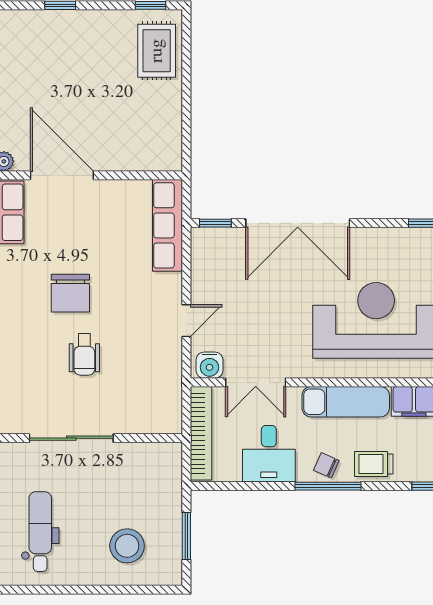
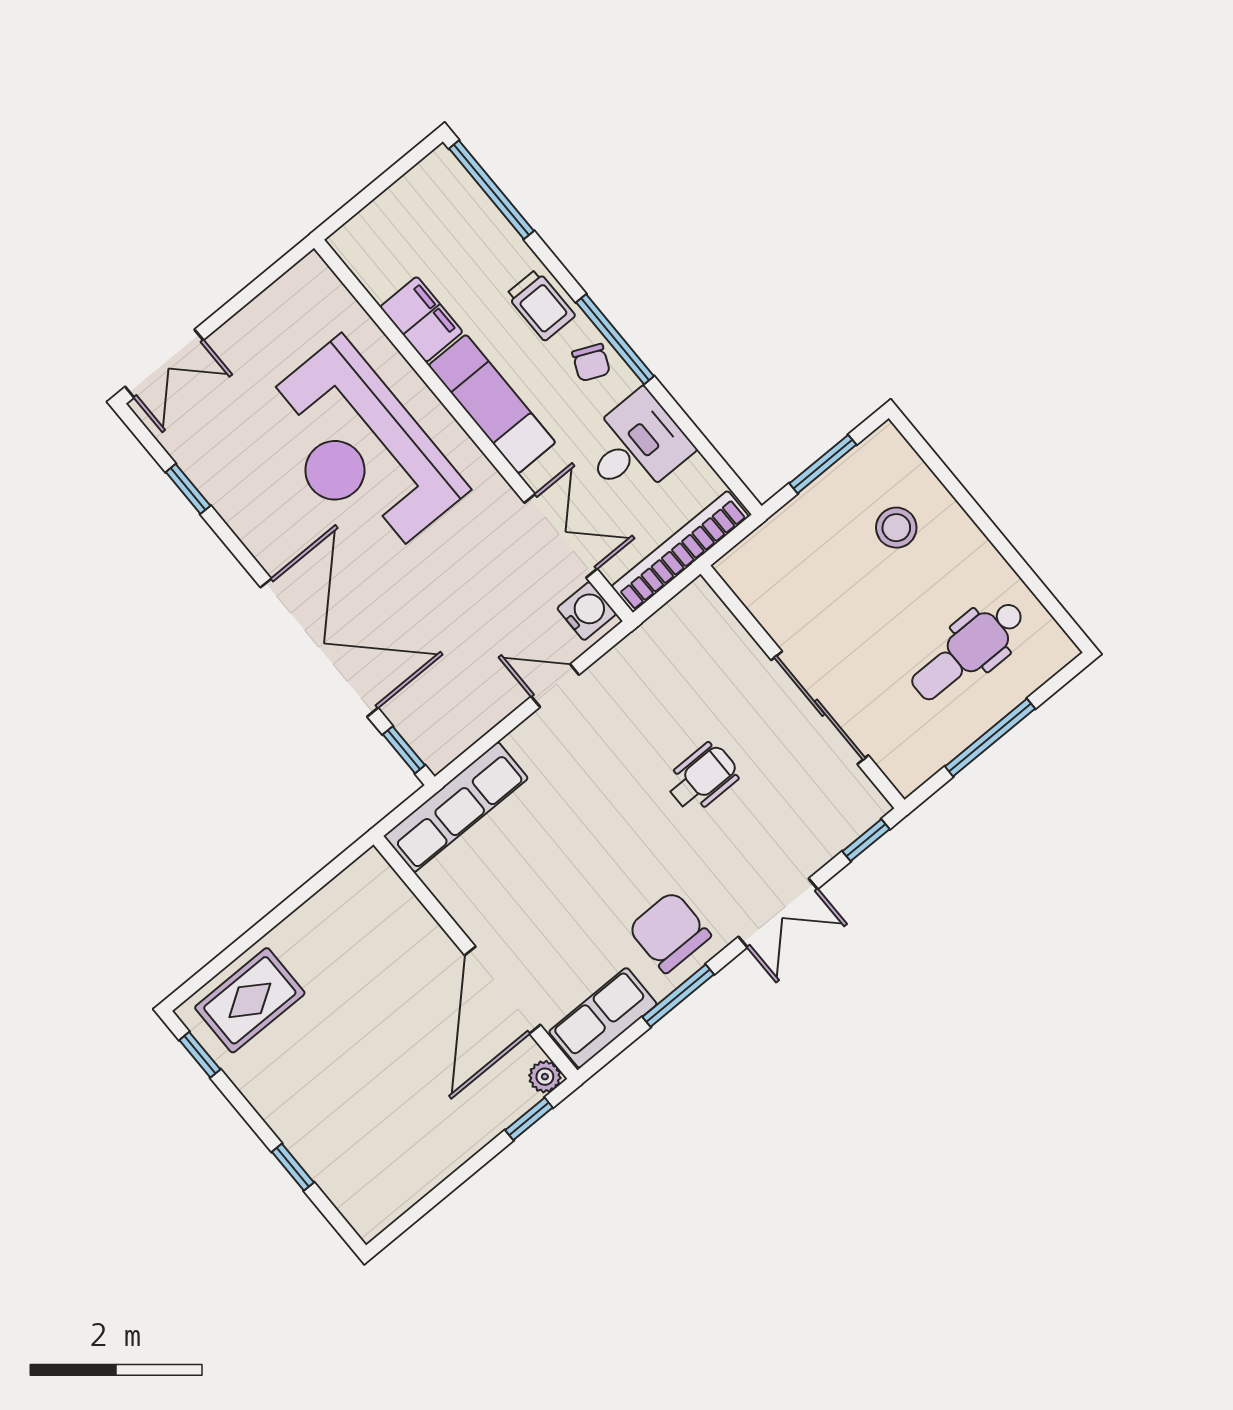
chair: (70, 293) -> (669, 932), moved, turned -90
stool: (127, 546) -> (896, 528), width x0.73, depth x0.73

